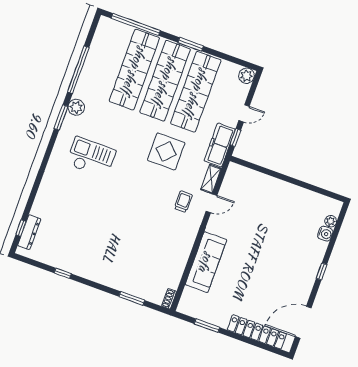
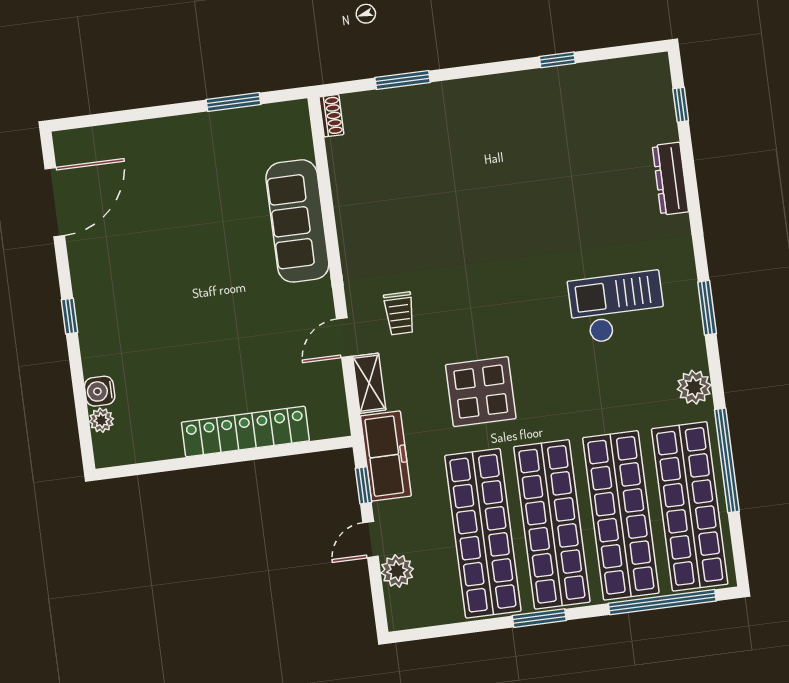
shop shelf: (104, 58) -> (690, 506), added
plant: (247, 76) -> (397, 571), moved
window: (61, 117) -> (707, 308), moved
checkout: (91, 157) -> (617, 307), turned 180
dresser: (29, 232) -> (670, 179), moved
locker: (257, 332) -> (245, 432), moved, turned 180

